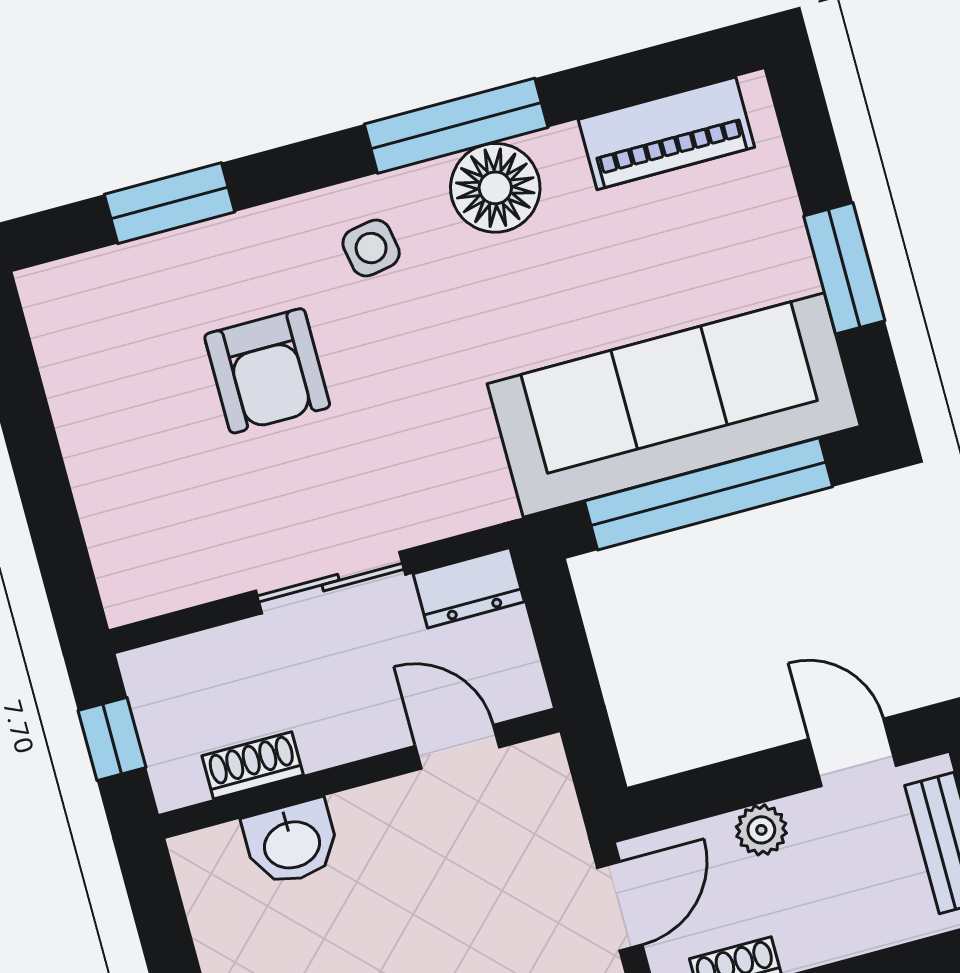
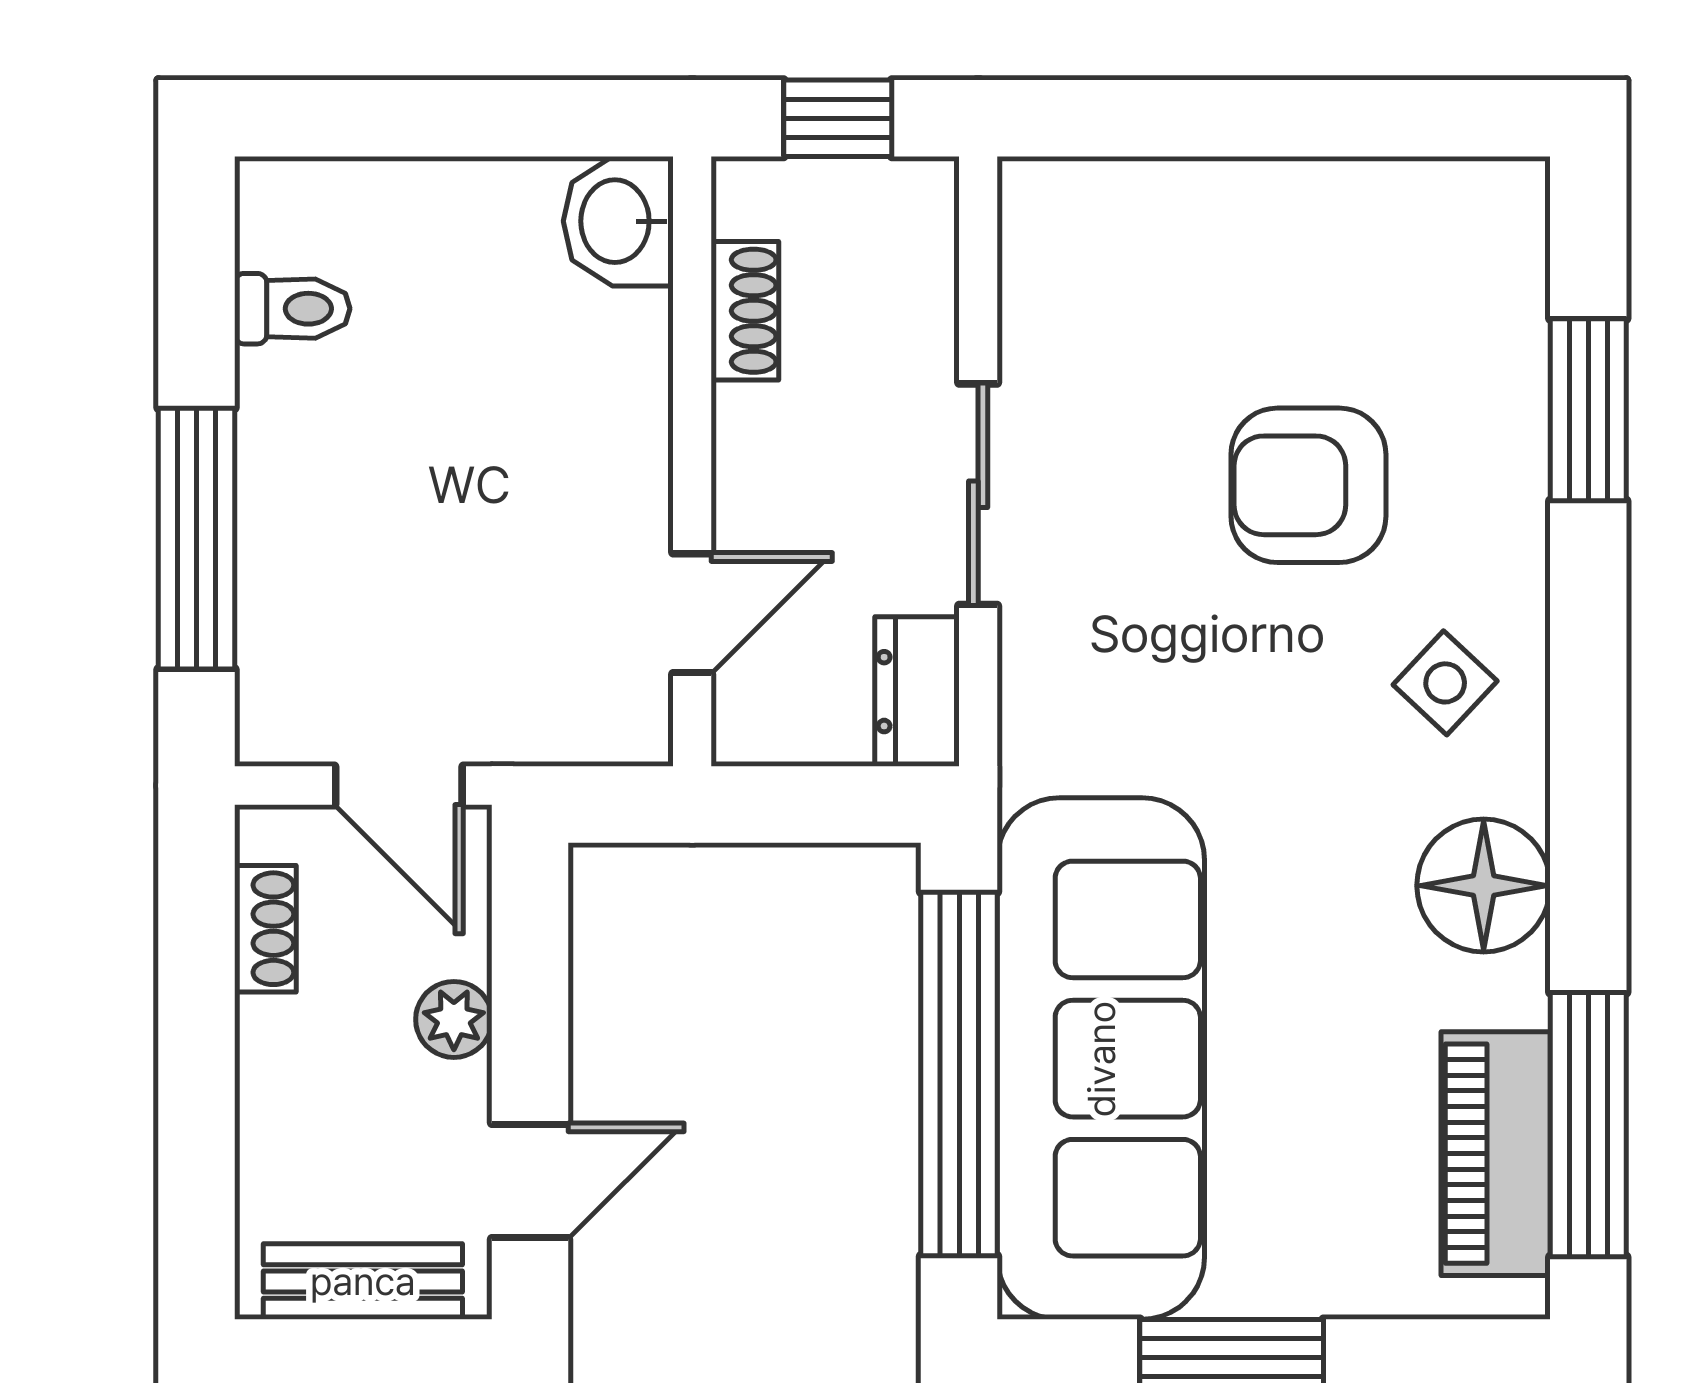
window: (456, 126) -> (1588, 1125), moved
side table: (371, 248) -> (1445, 683), turned -37
washbasin: (291, 843) -> (618, 221), moved

